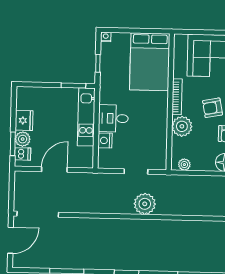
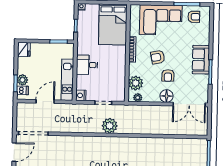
kitchen unit: (86, 117) -> (67, 80), moved
fridge: (24, 120) -> (24, 49), moved
plant: (182, 126) -> (136, 83), moved
nightstand: (105, 140) -> (81, 95), moved

